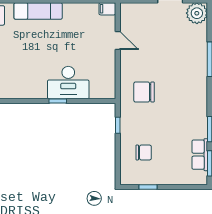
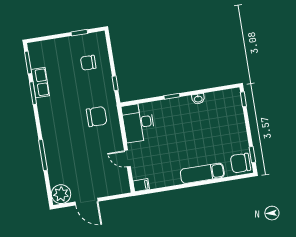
desk: (68, 82) -> (138, 122), moved, turned -90
washbasin: (29, 93) -> (198, 99), added
row of seats: (200, 155) -> (40, 83), moved

